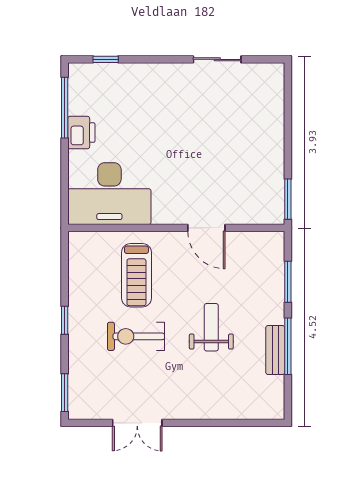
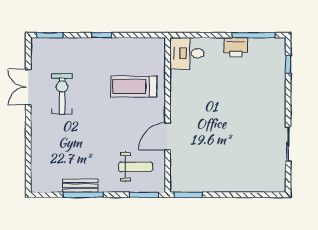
desk: (109, 194) -> (187, 53), width x0.53, depth x0.77
window: (288, 282) -> (144, 195), moved
weight bench: (211, 327) -> (136, 167), moved
exercise bike: (136, 336) -> (62, 94), moved

